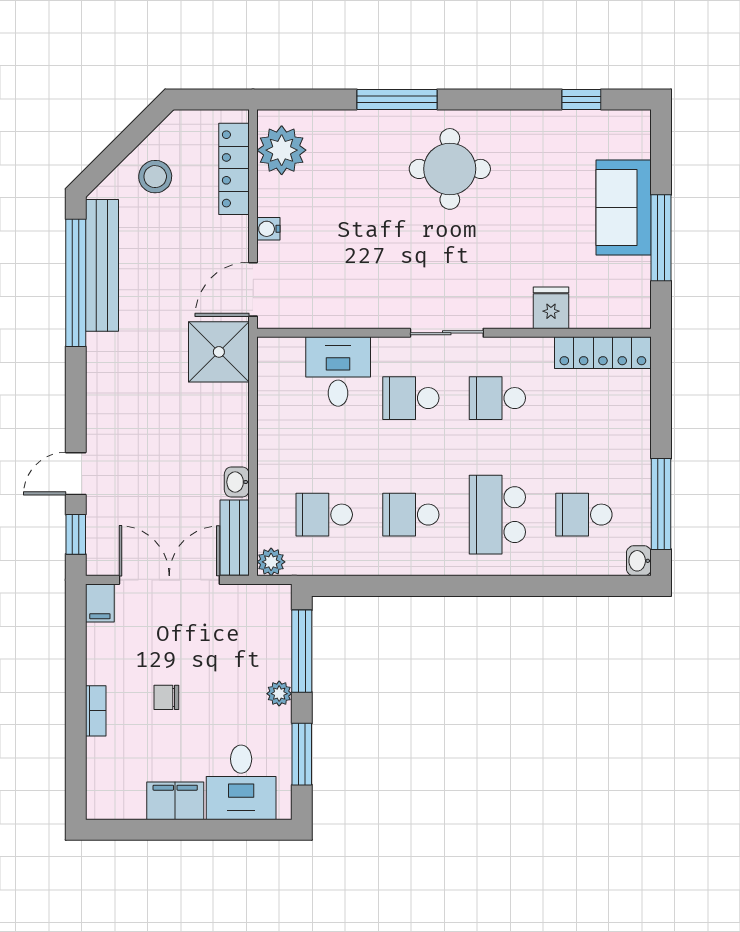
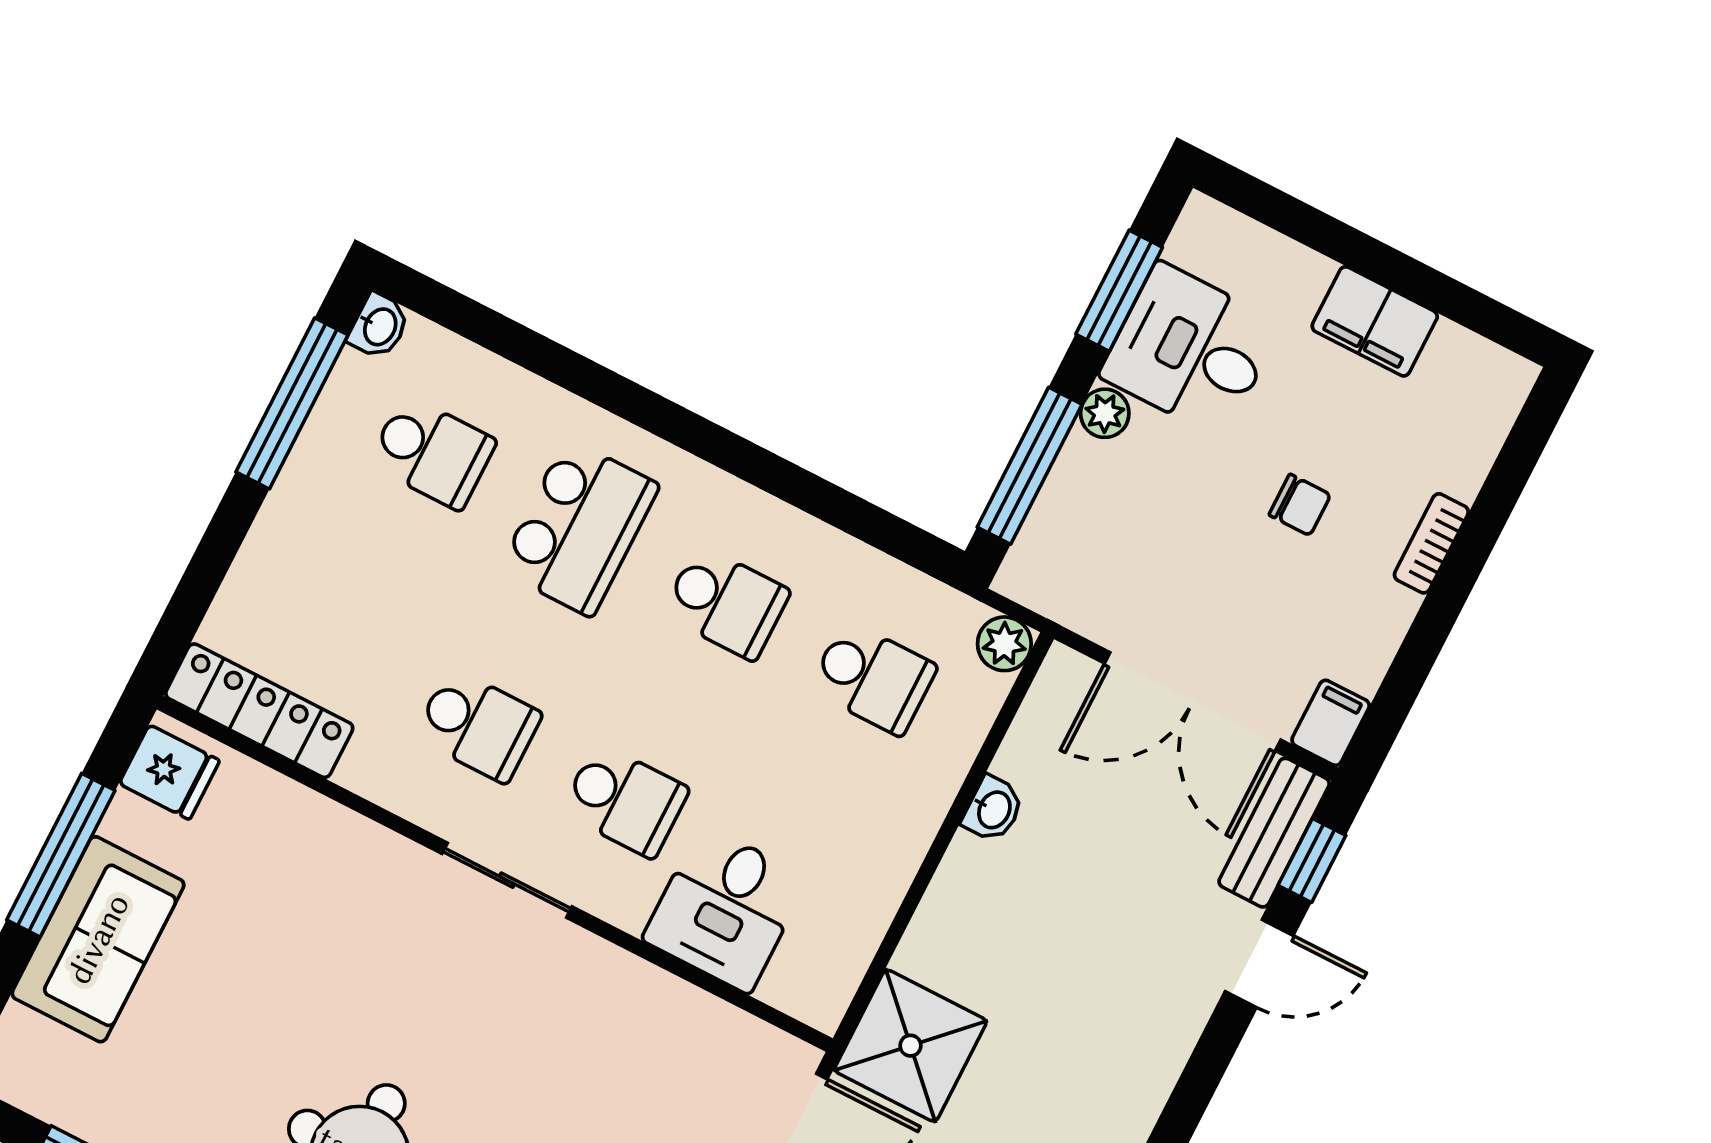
fridge: (551, 308) -> (169, 772), moved, turned -90
bench: (235, 538) -> (1274, 833), moved
desk: (241, 782) -> (1190, 350), moved, turned -90

